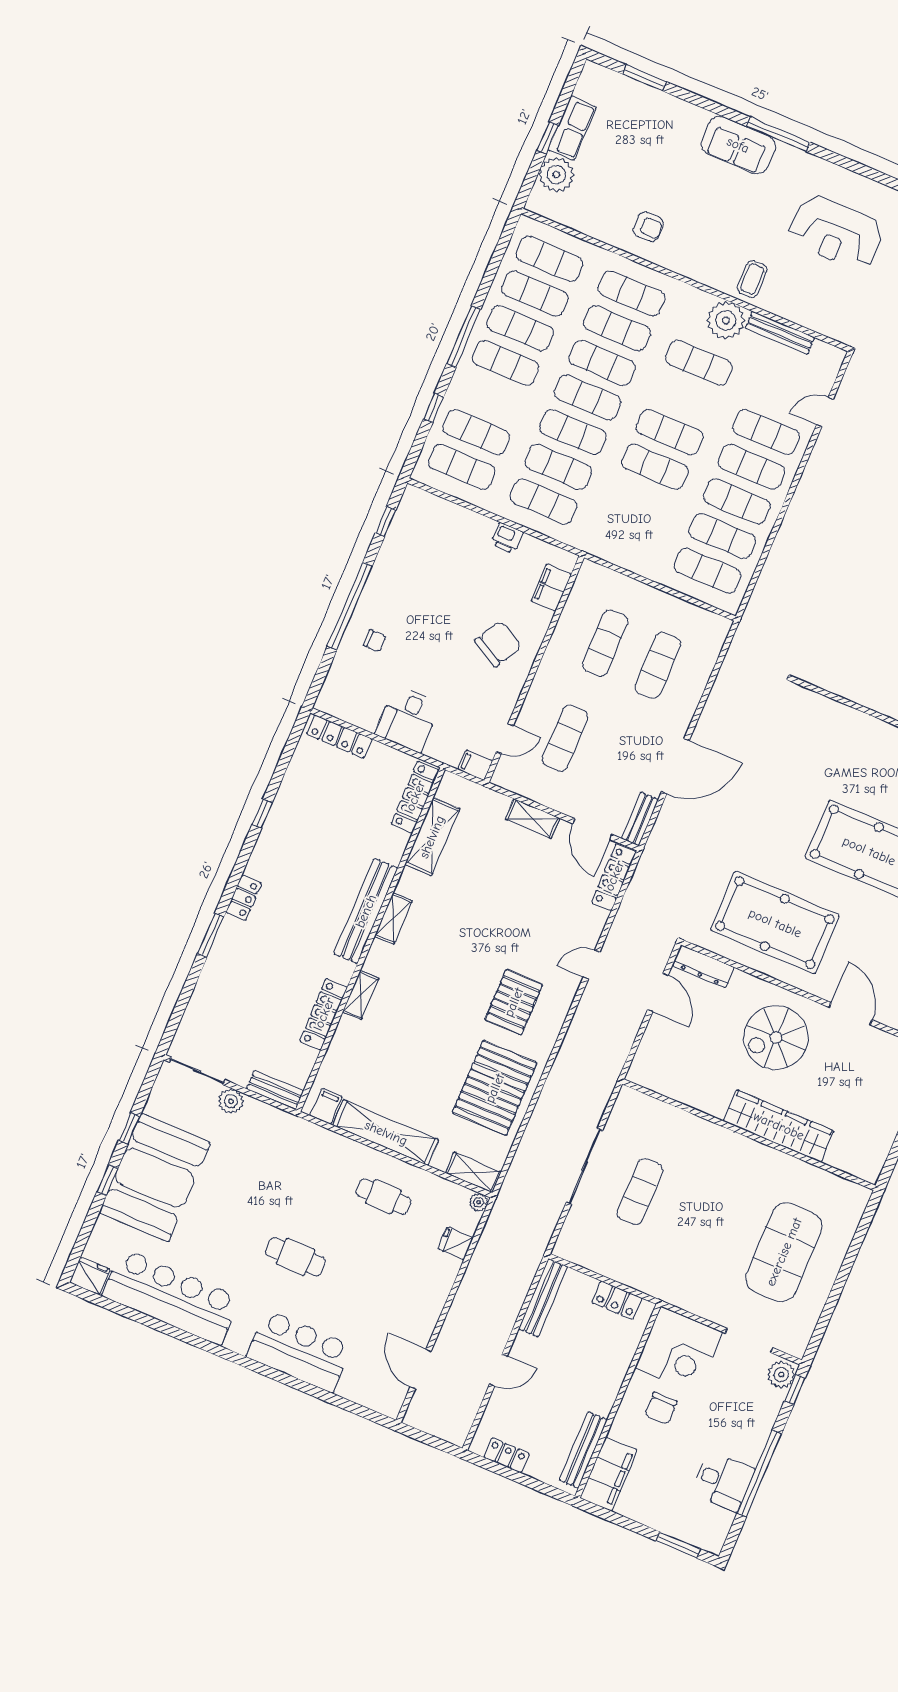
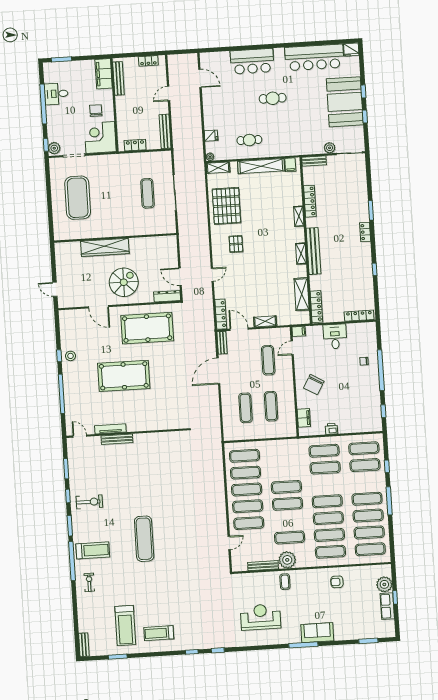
exercise mat: (573, 432) -> (326, 484), removed
pallet: (514, 1002) -> (236, 244), width x0.67, depth x0.71

